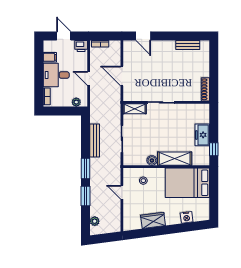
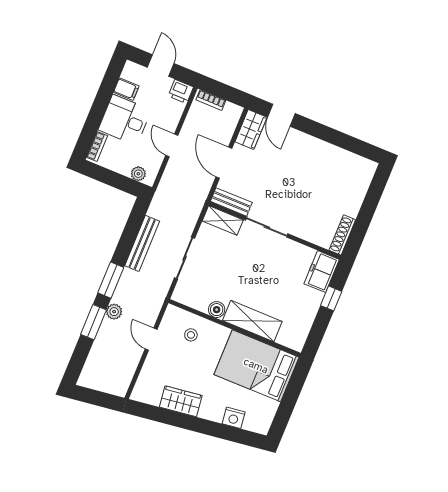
bench: (188, 45) -> (231, 202), moved
wardrobe: (129, 51) -> (251, 130), added
freezer: (202, 135) -> (322, 272), moved
window: (214, 149) -> (331, 298), moved
plant: (95, 221) -> (114, 312), moved

